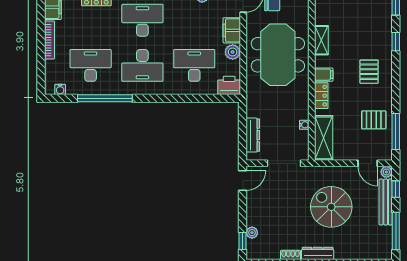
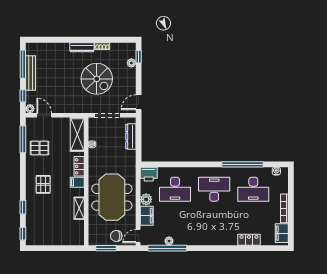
desk: (142, 20) -> (214, 223), removed
bench: (386, 202) -> (31, 73), moved
spiral stairs: (331, 207) -> (97, 79), moved

